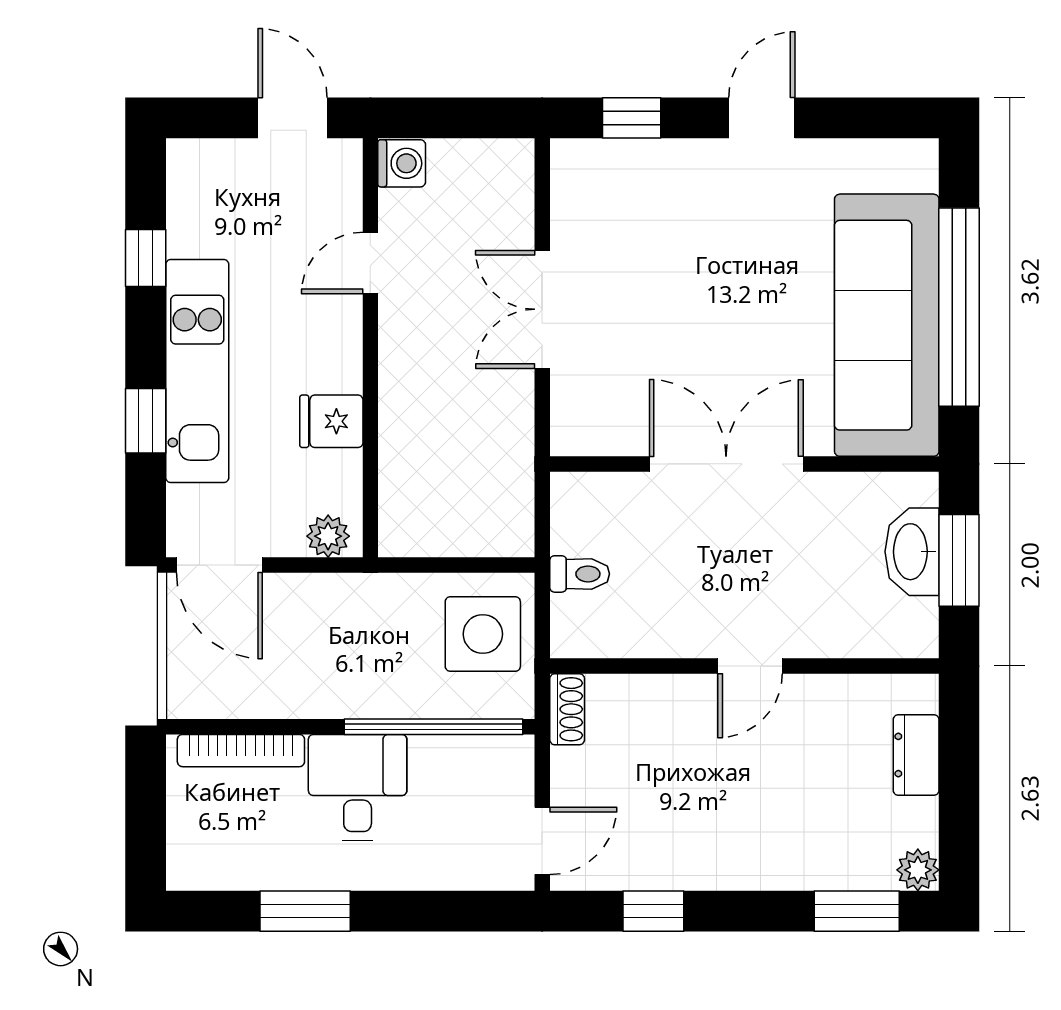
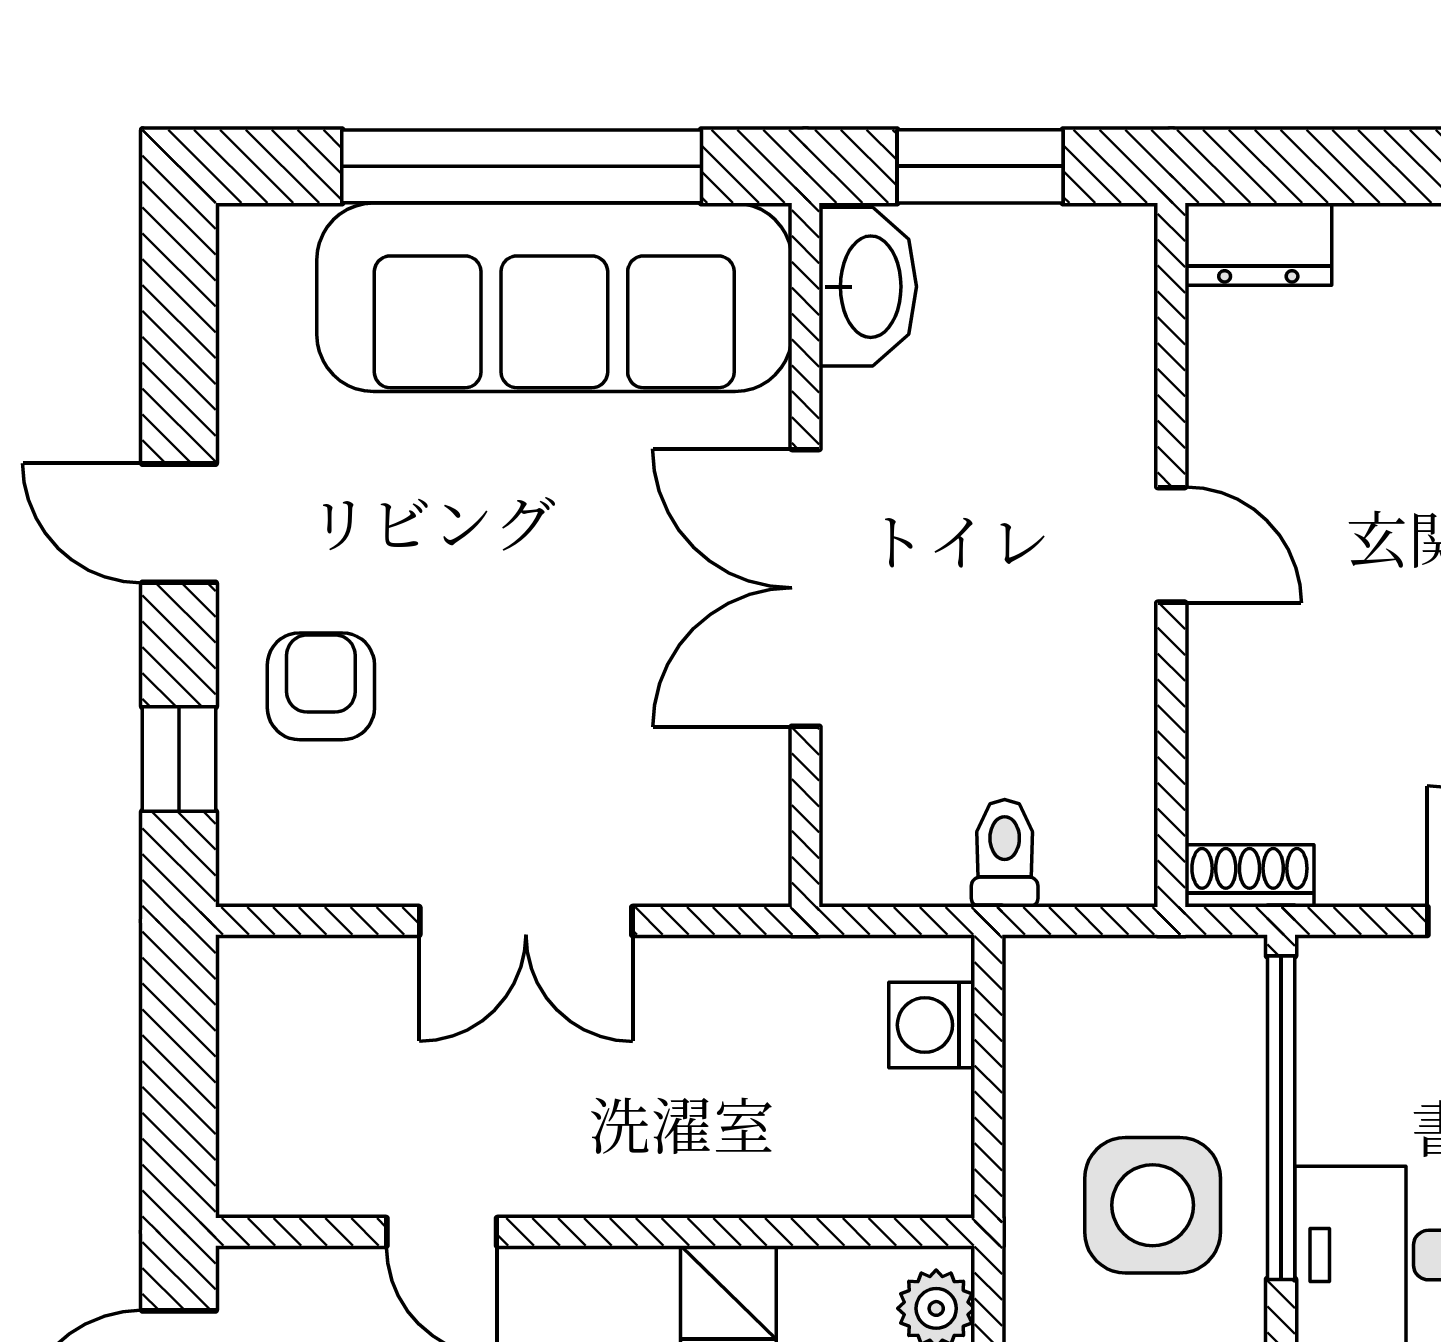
washing machine: (402, 163) -> (932, 1025), moved, turned -90
armchair: (672, 196) -> (321, 686), added
washbasin: (912, 552) -> (868, 287), moved, turned -90
side table: (483, 634) -> (1153, 1205), moved
dresser: (916, 755) -> (1258, 244), moved

